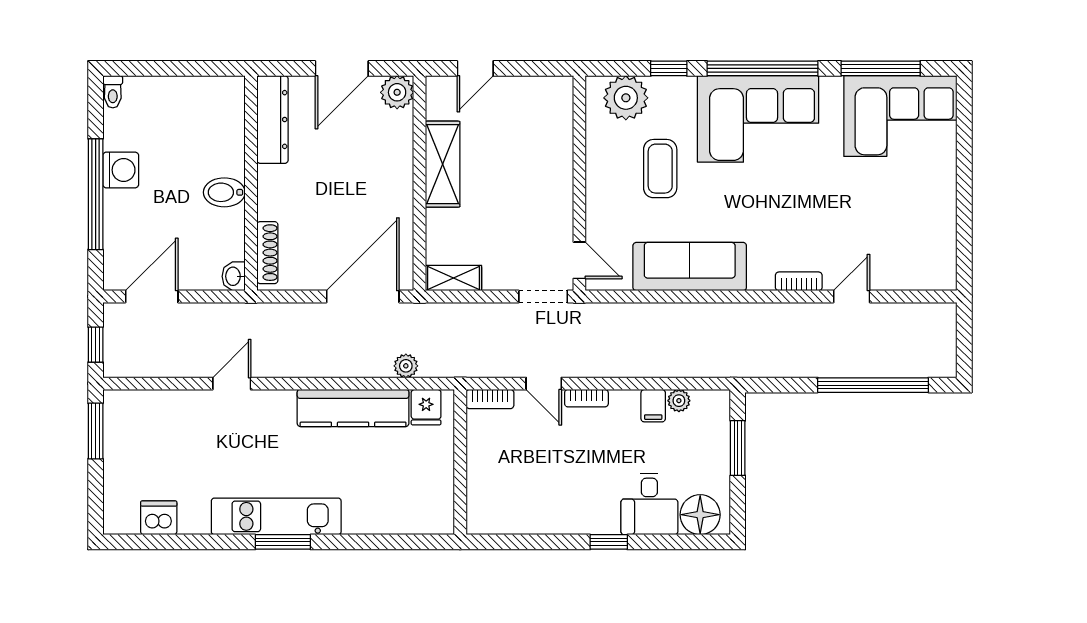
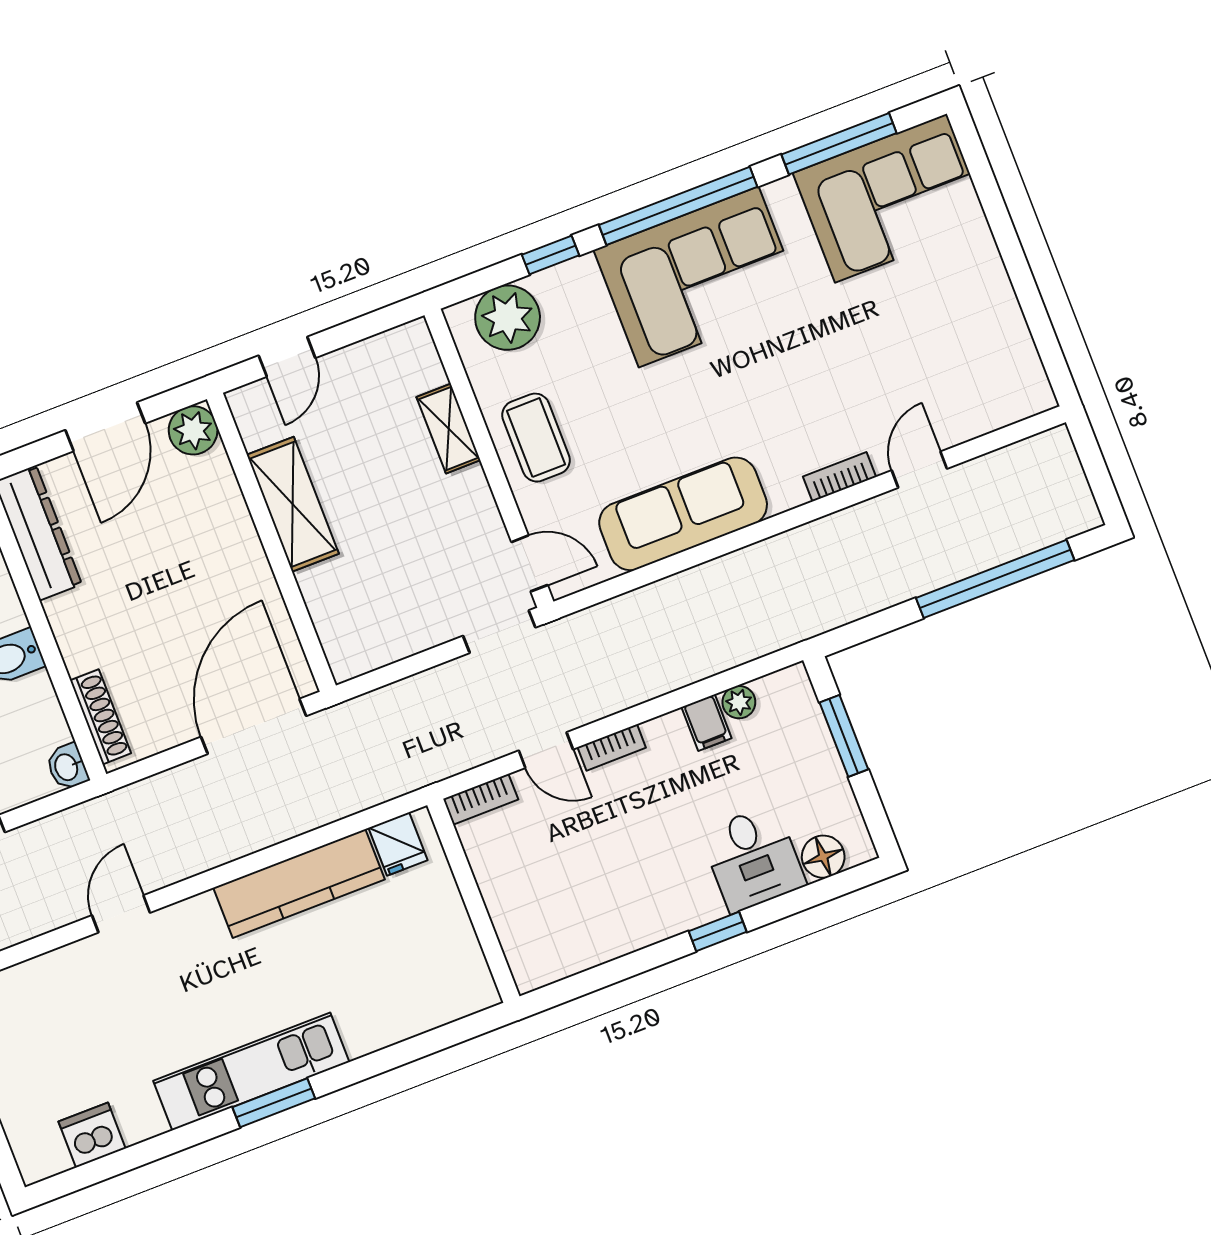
coffee table: (660, 169) -> (536, 438), moved
shelving: (454, 278) -> (449, 429), moved, turned 90
plant: (406, 366) -> (349, 798), removed
floor lamp: (700, 515) -> (823, 857), width x0.73, depth x0.73

